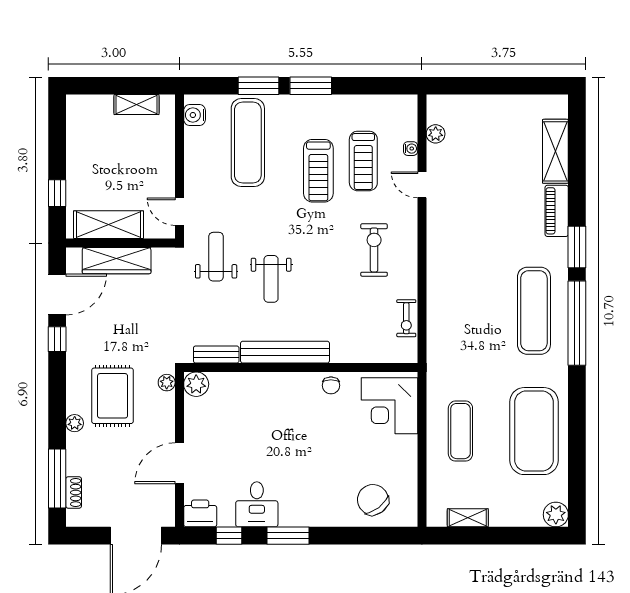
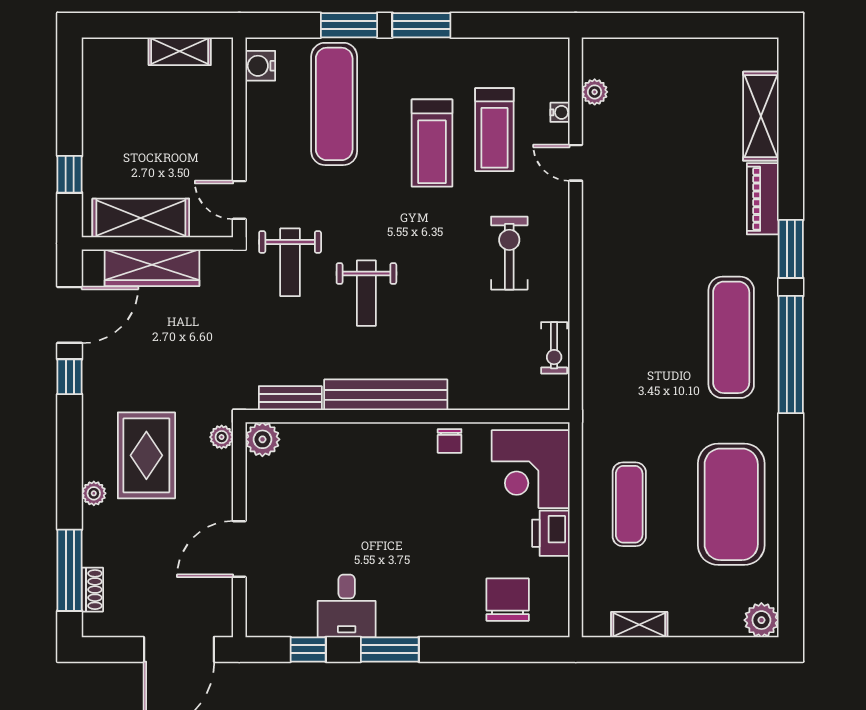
weight bench: (216, 257) -> (290, 262), turned 180
chair: (373, 500) -> (508, 600), turned 37
printer: (200, 513) -> (551, 533), moved, turned -90

